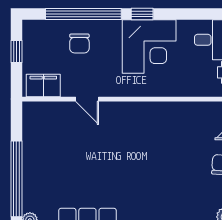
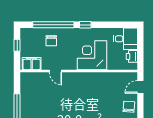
corner desk: (149, 47) -> (92, 55), moved, turned 180

